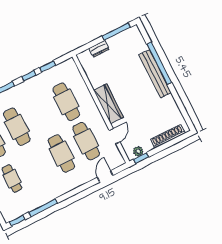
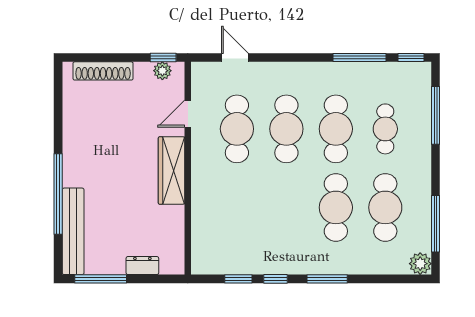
bench: (155, 74) -> (73, 231), moved
cafe table: (66, 102) -> (336, 129), moved
door: (105, 176) -> (235, 57), swing flipped

